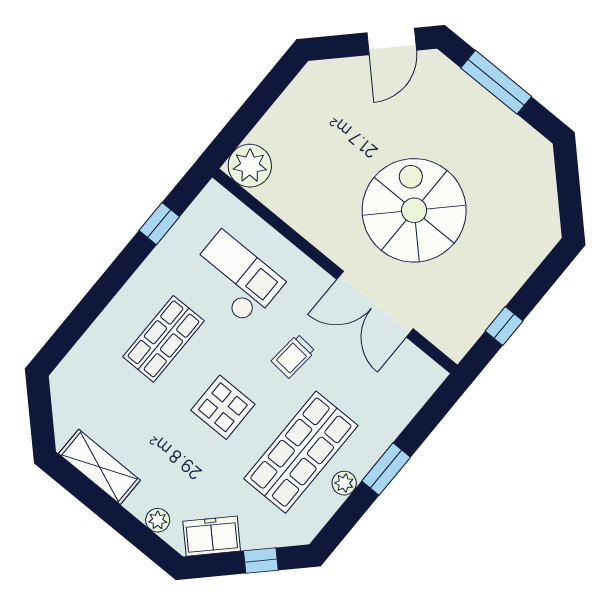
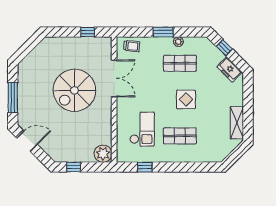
window: (270, 89) -> (74, 167), added
checkout: (235, 278) -> (142, 129), turned 180
trolley: (293, 356) -> (132, 46), moved
shop shelf: (301, 452) -> (180, 63), width x0.70, depth x0.74
plant: (158, 520) -> (238, 91), removed

